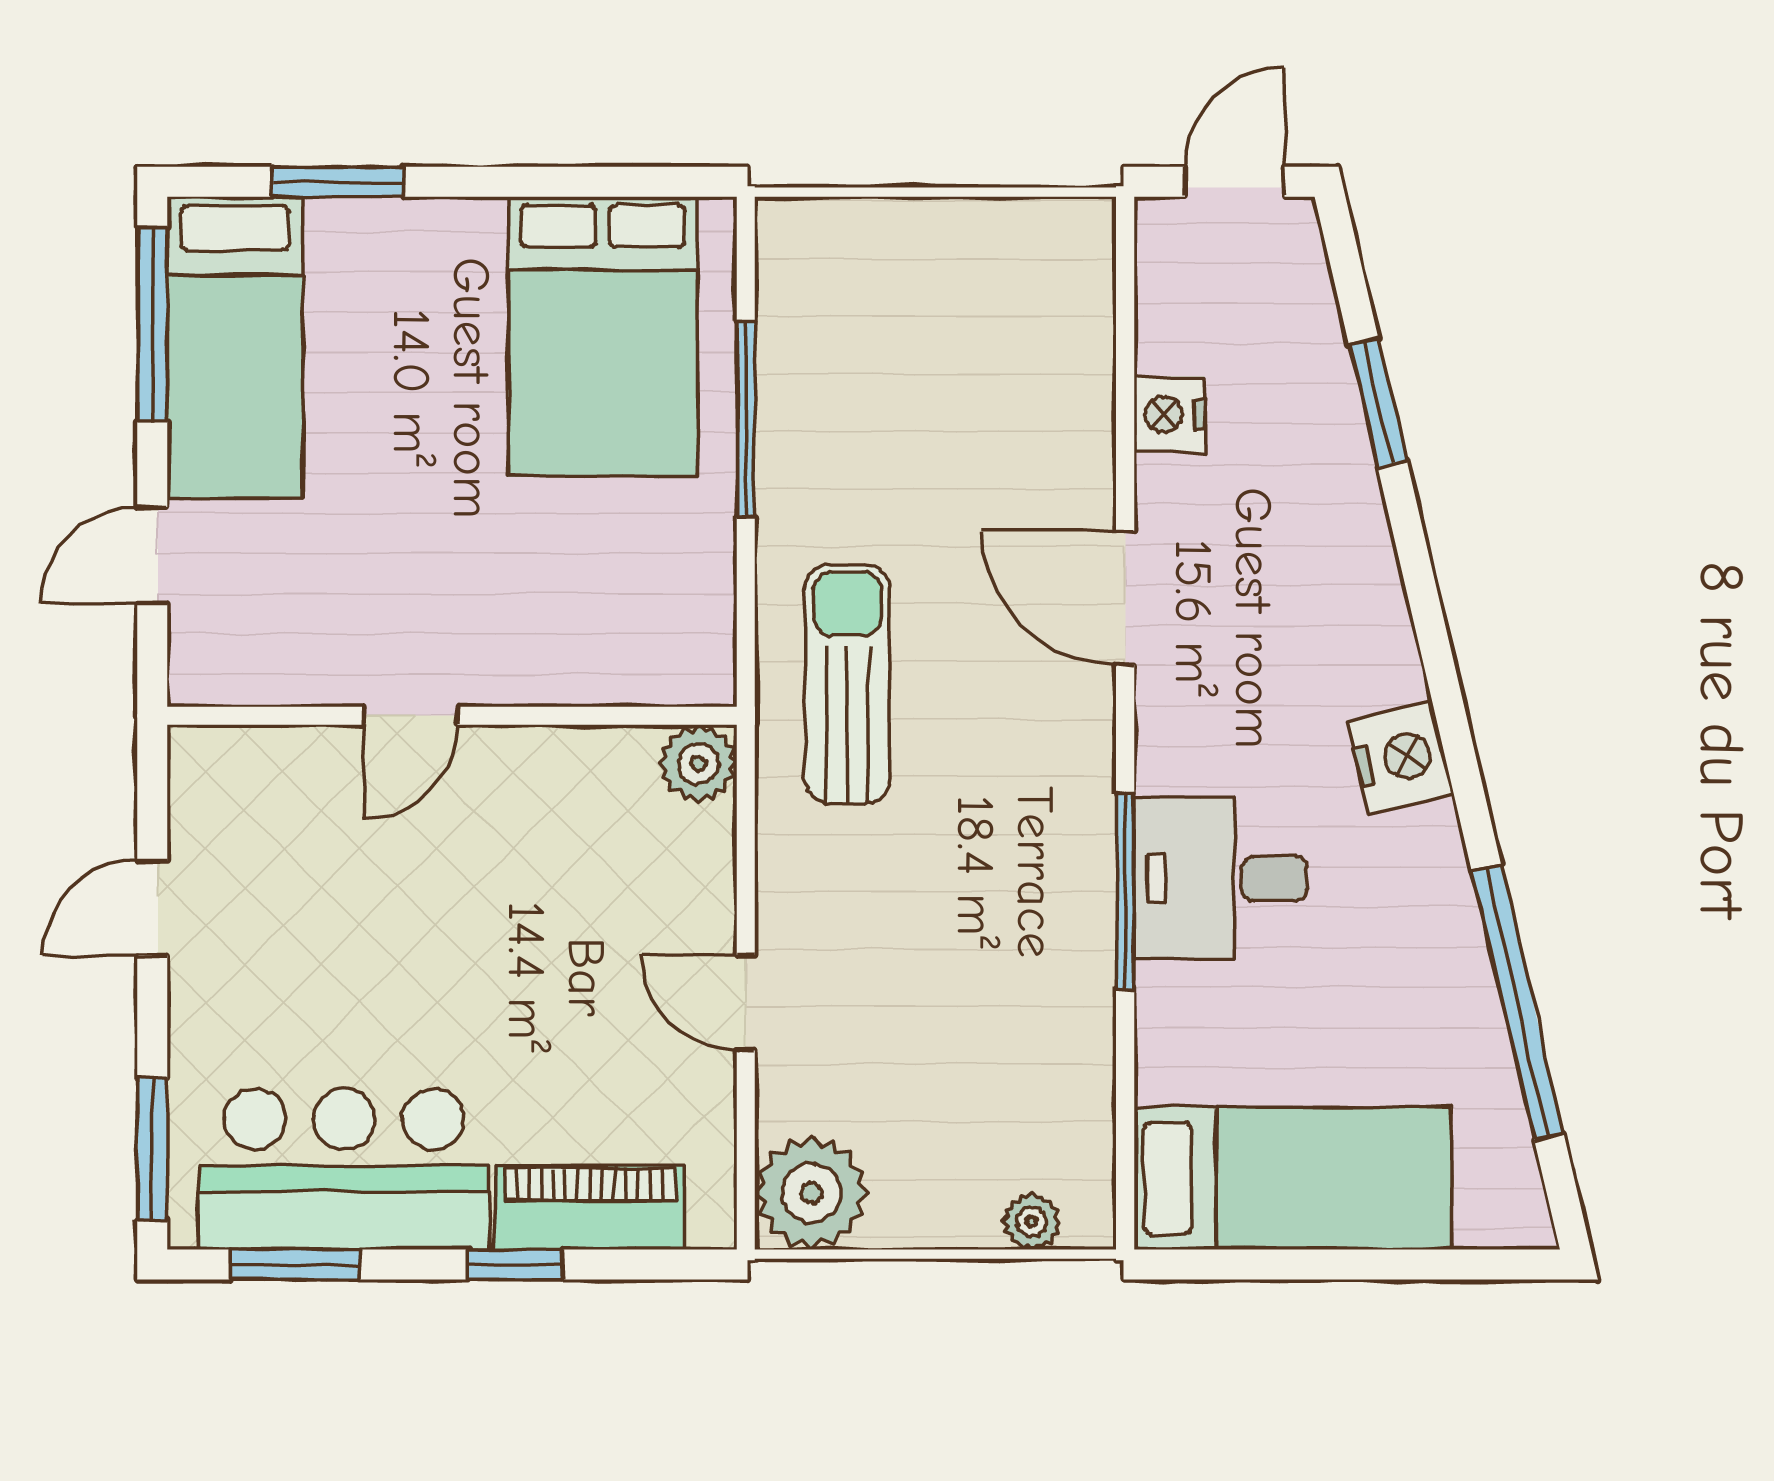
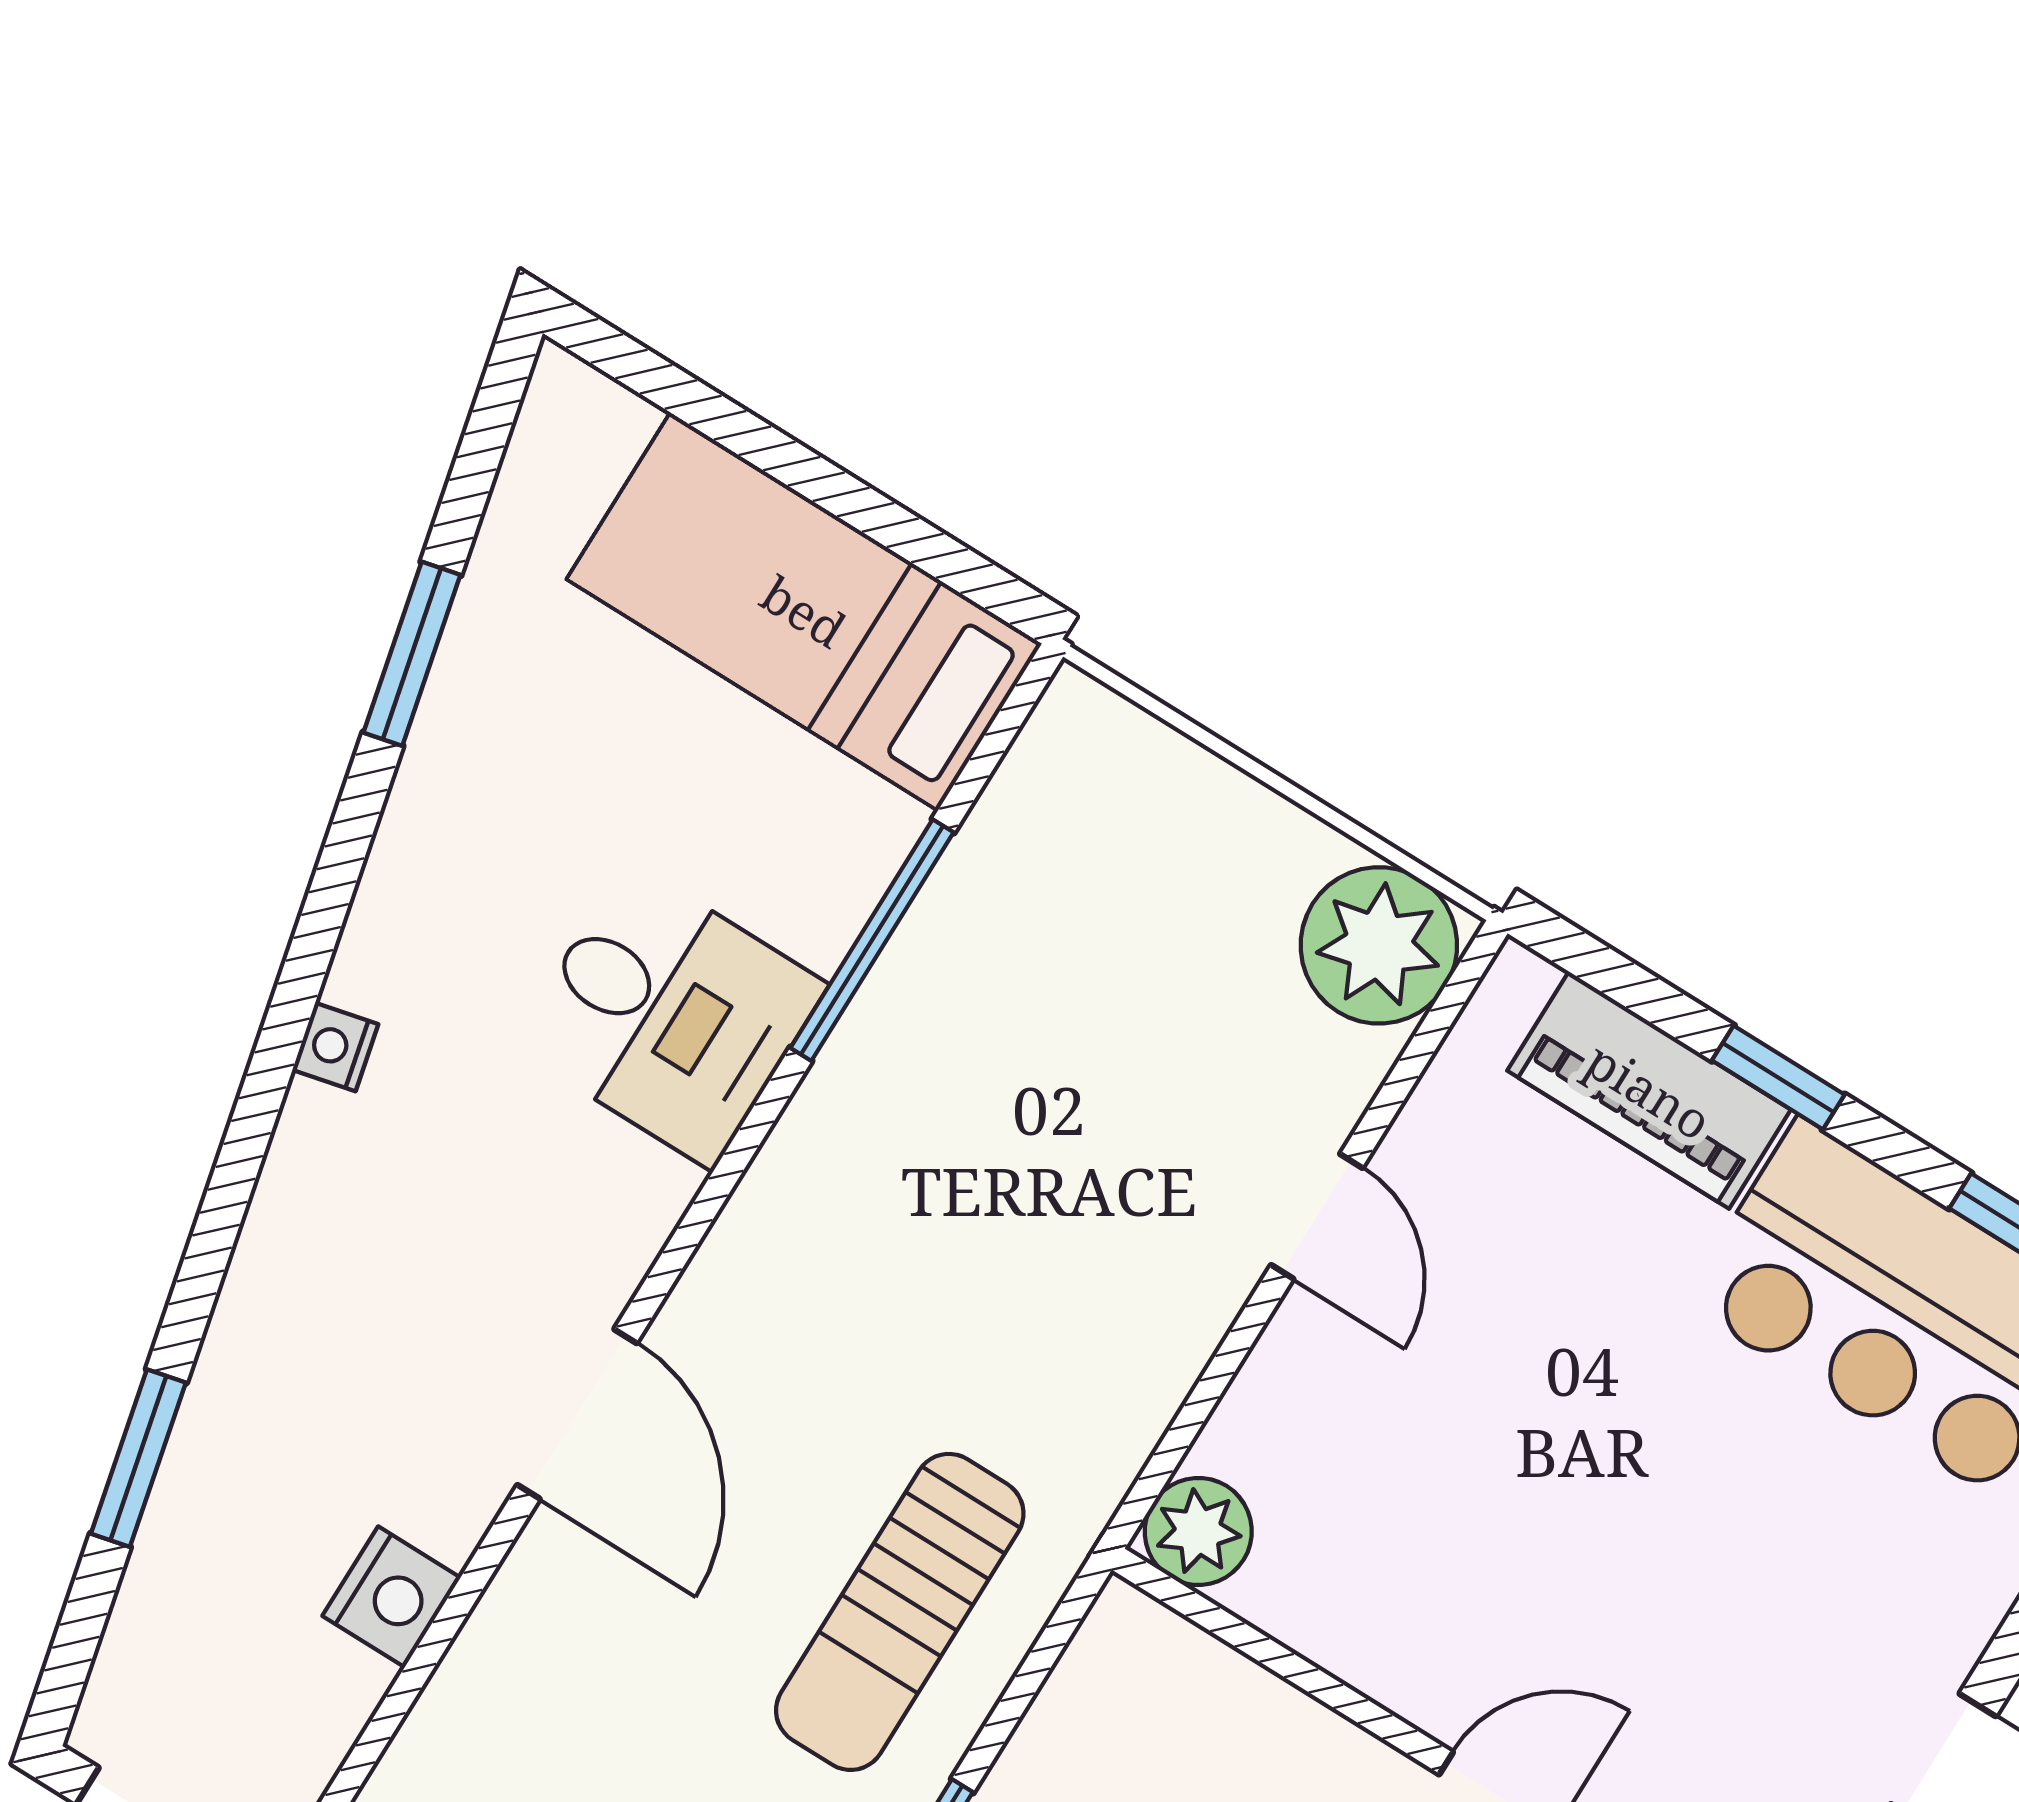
sun lounger: (847, 684) -> (900, 1612), moved
nightstand: (1401, 758) -> (335, 1047), width x0.53, depth x0.56
window: (1125, 891) -> (872, 940), moved
window: (1518, 1002) -> (412, 654), width x0.47
plant: (1032, 1221) -> (1141, 751), removed

